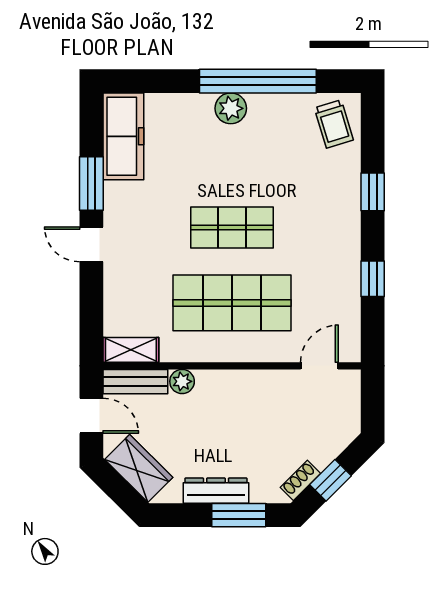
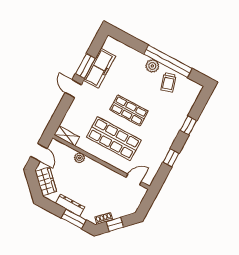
trolley: (334, 124) -> (168, 82), moved
freezer: (123, 136) -> (100, 68), moved
bench: (135, 382) -> (62, 149), removed

